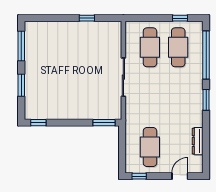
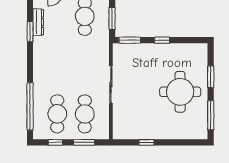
window: (151, 18) -> (84, 142), added
round table: (52, 70) -> (180, 92), added
window: (206, 100) -> (30, 32), moved
window: (38, 123) -> (162, 40), moved
window: (122, 145) -> (112, 18), added

